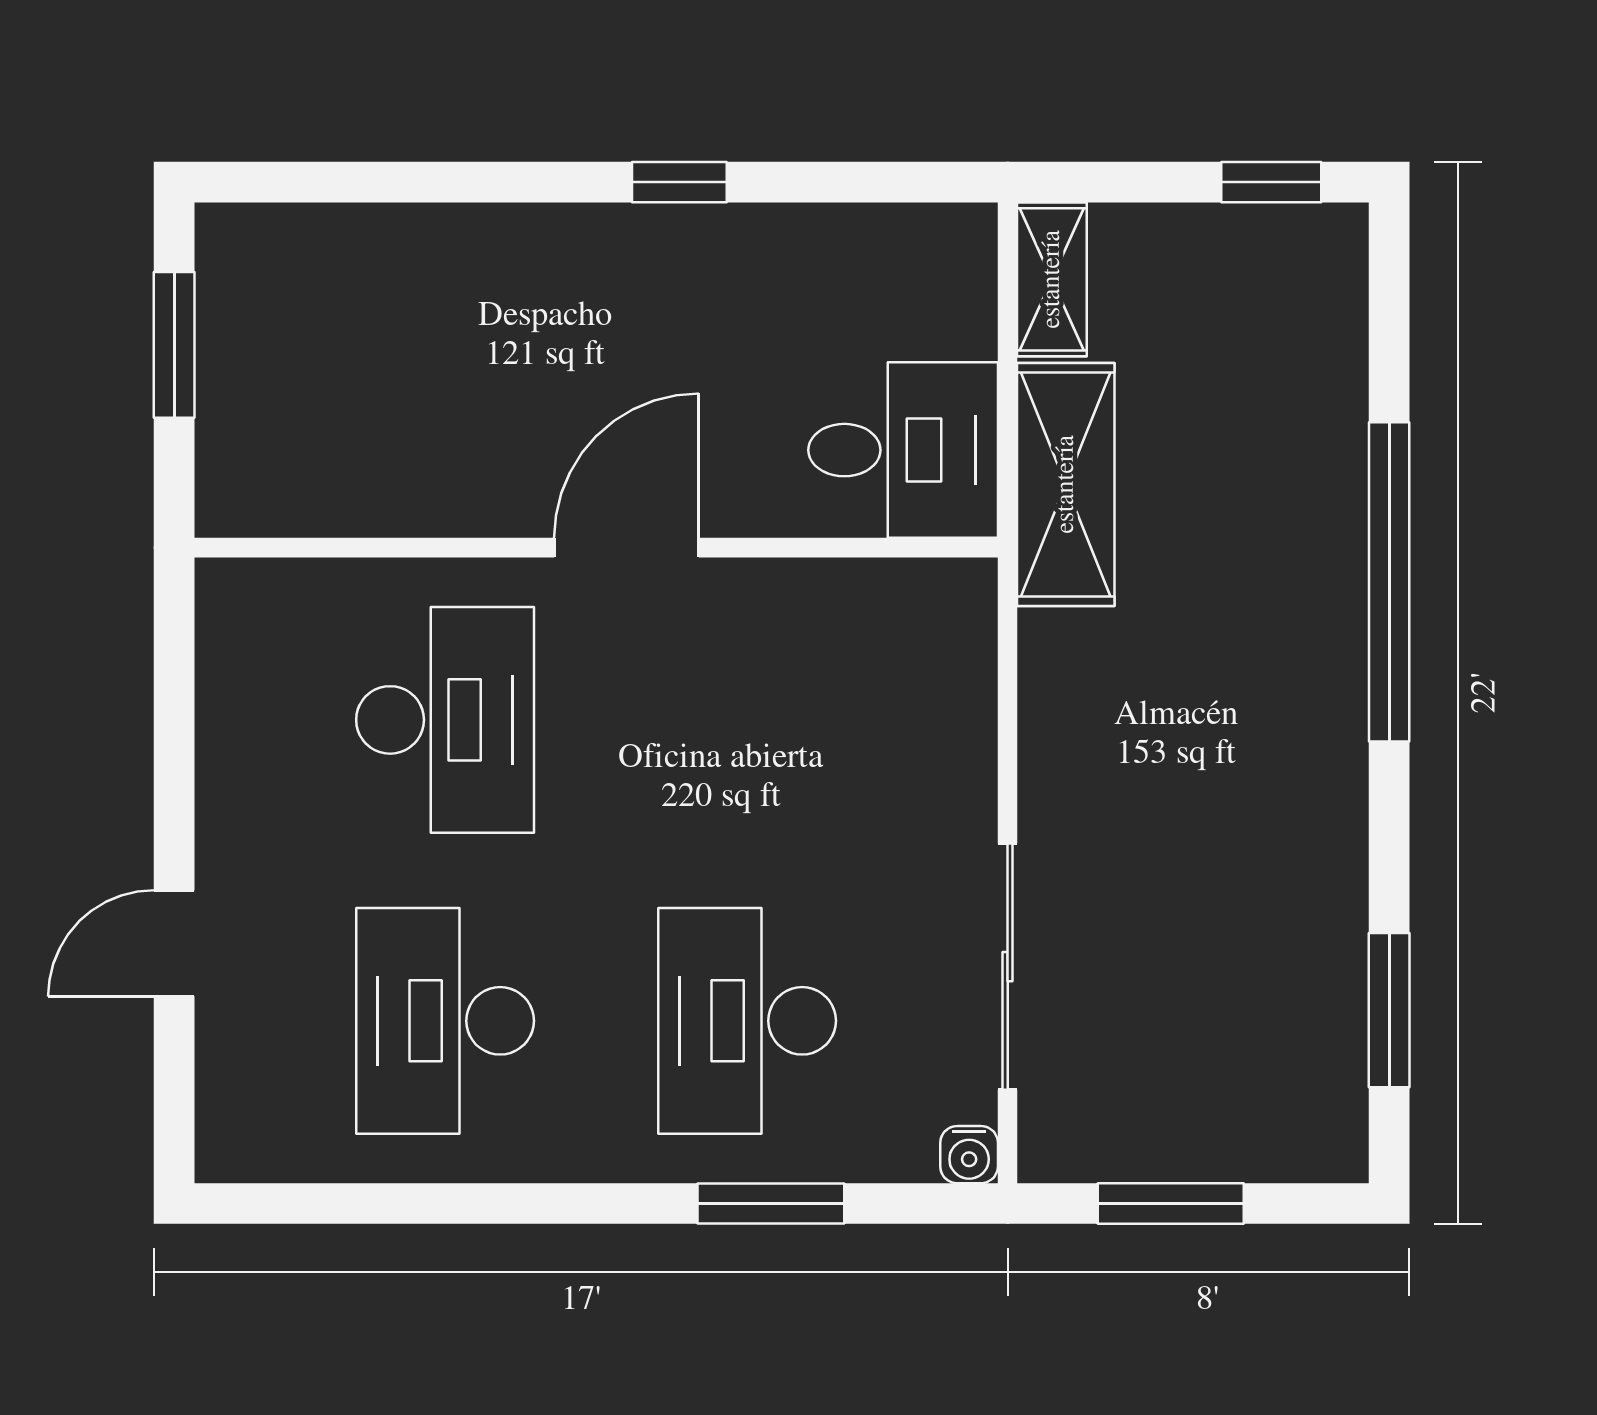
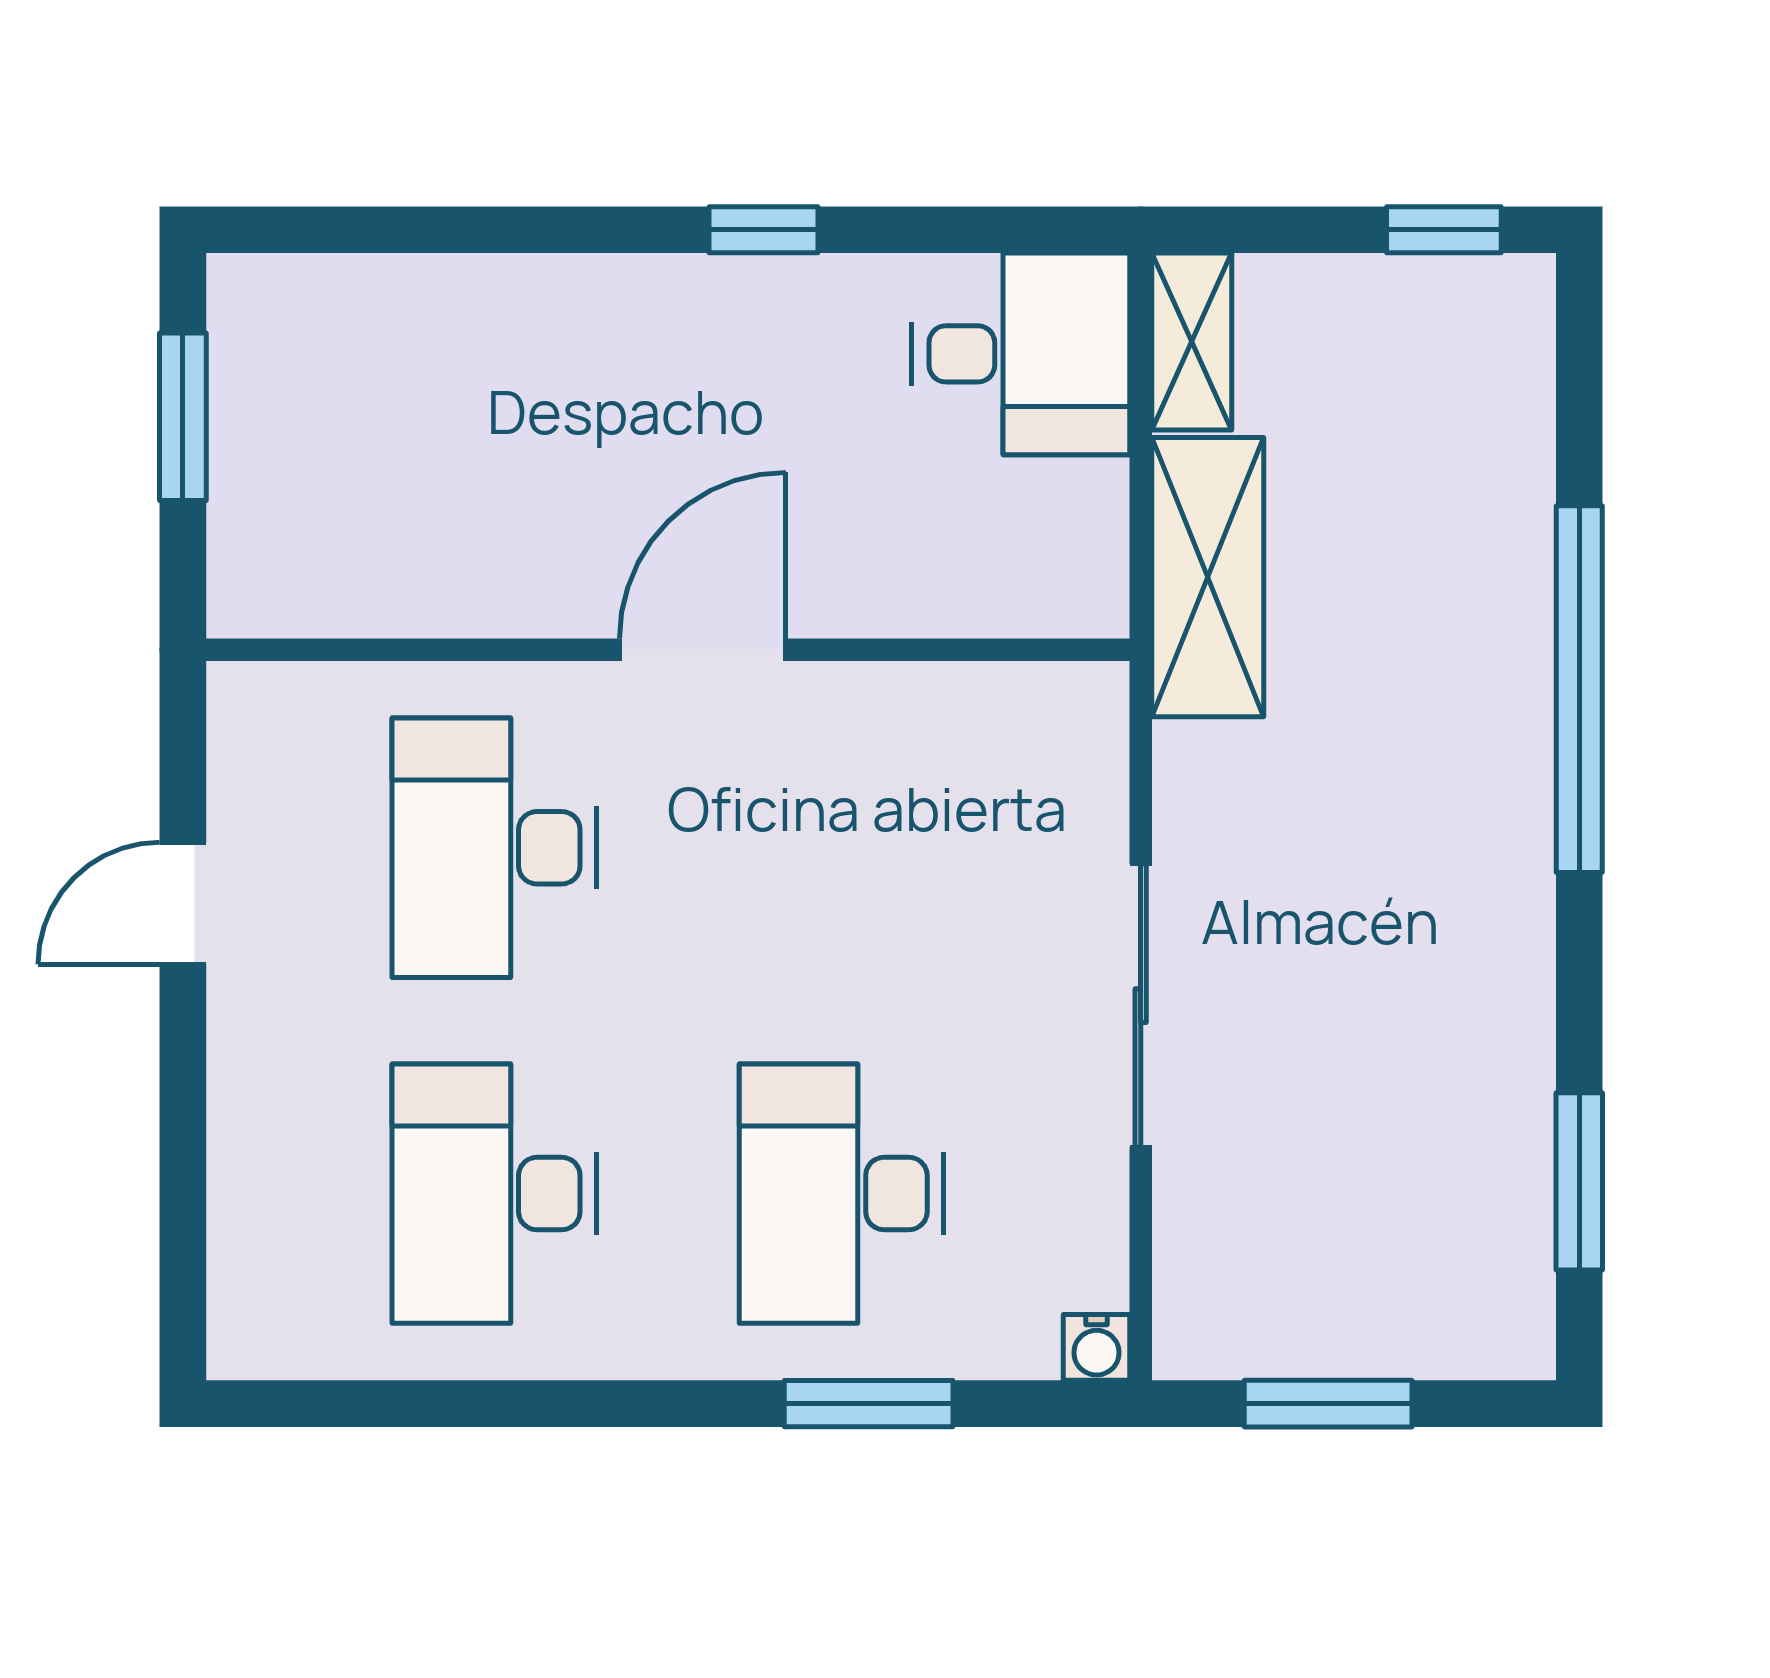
desk: (903, 450) -> (1021, 354), moved
desk: (445, 720) -> (494, 848), turned 180
door: (174, 943) -> (183, 903), moved
sliding door: (1008, 967) -> (1141, 1006), moved

